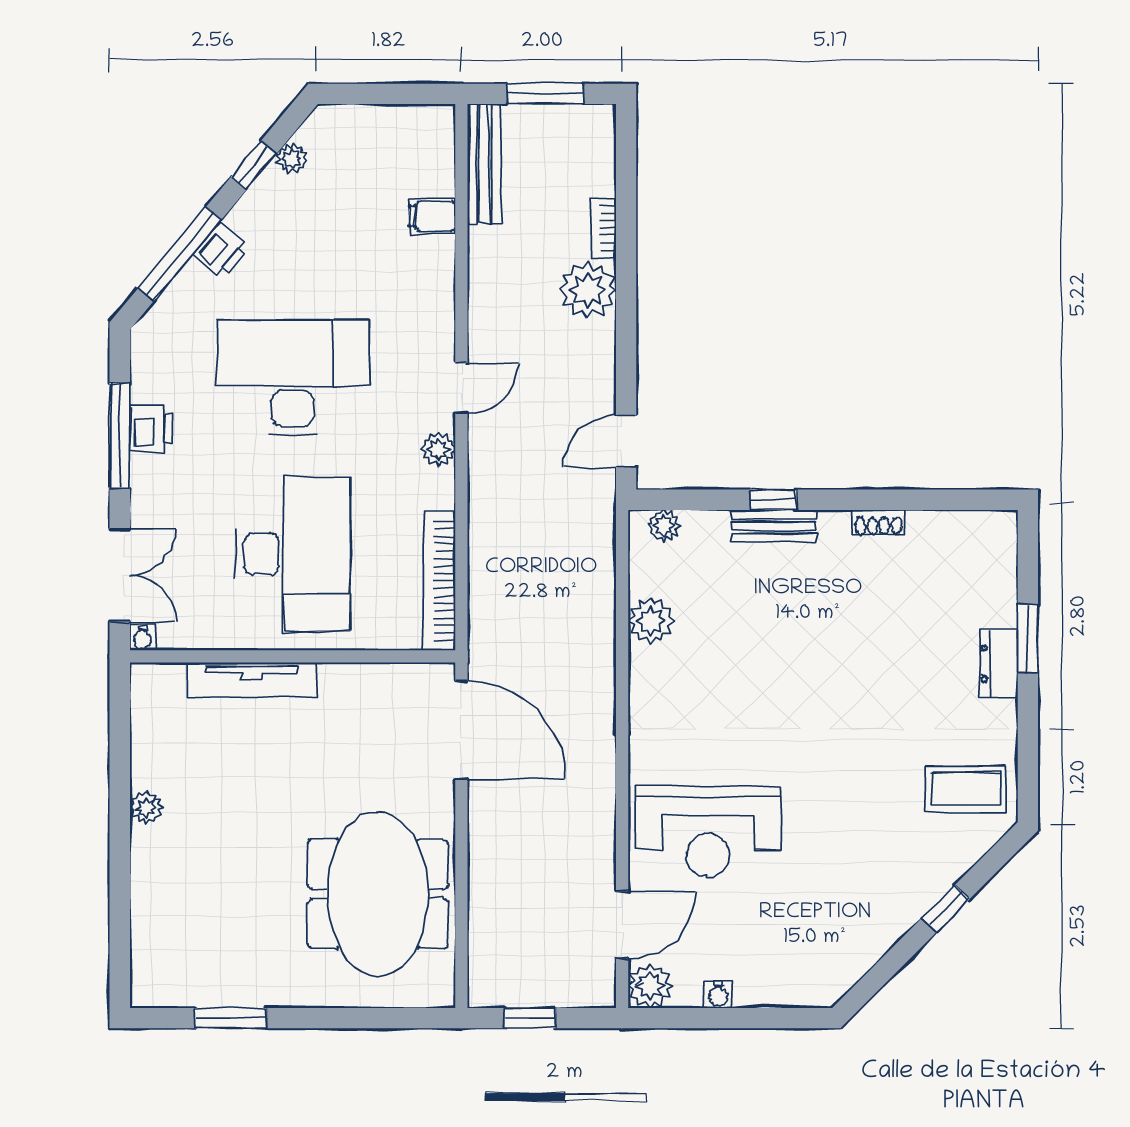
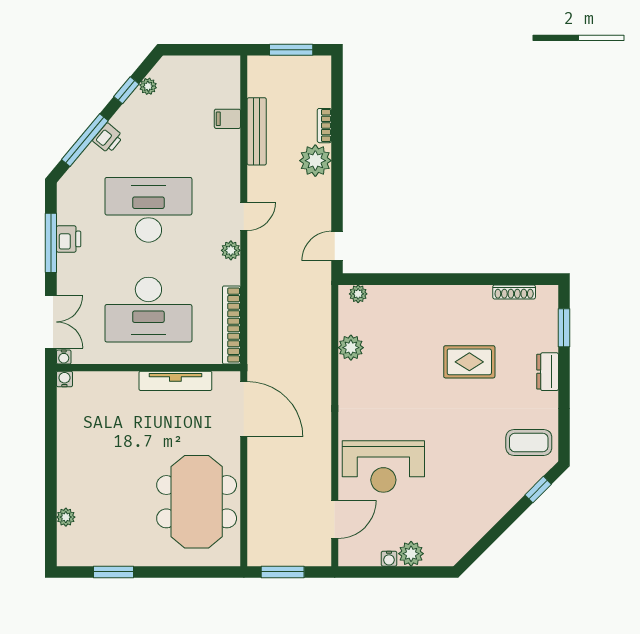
bench: (484, 164) -> (257, 131), moved
window: (773, 500) -> (420, 279), removed
shoe rack: (878, 522) -> (514, 292), moved, width x1.43
bench: (774, 526) -> (420, 294), removed
desk: (293, 554) -> (148, 310), turned 90
window: (1028, 639) -> (564, 328), moved
rug: (860, 646) -> (469, 362), added
water cooler: (144, 676) -> (64, 379), added
tv unit: (252, 680) -> (175, 381), moved
plant: (146, 808) -> (66, 517), moved
window: (946, 909) -> (538, 490), moved
plant: (650, 986) -> (411, 554), moved
window: (530, 1018) -> (283, 572), width x1.50

